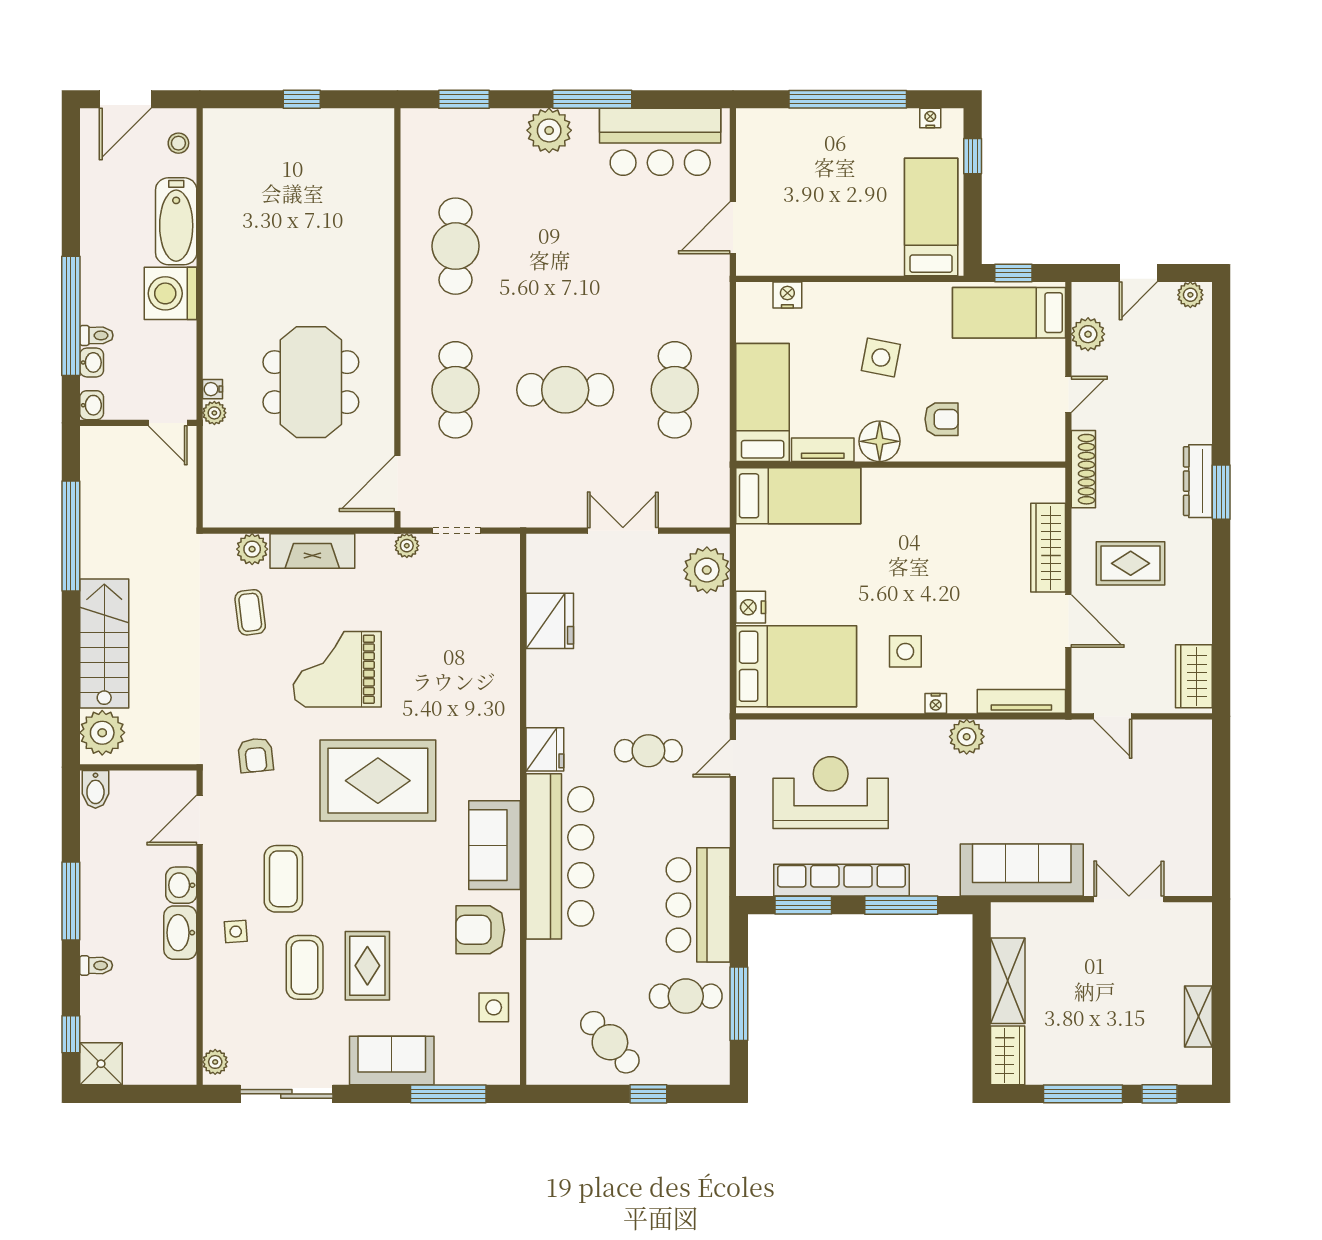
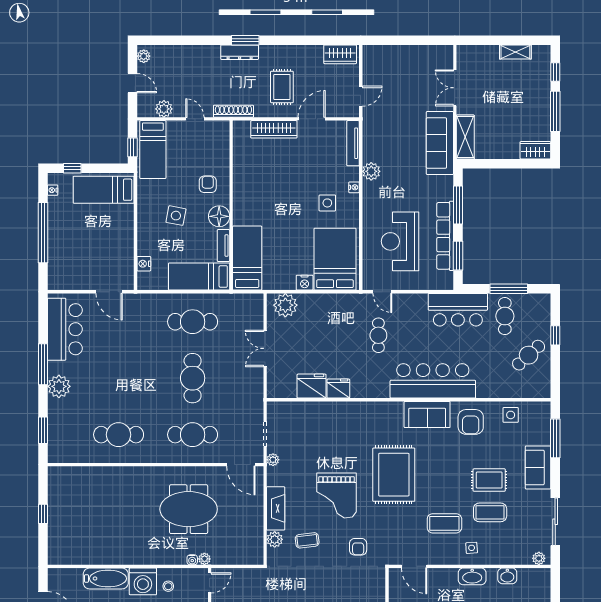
stool: (178, 143) -> (168, 586), moved
fridge: (545, 749) -> (338, 389), moved
armchair: (256, 755) -> (358, 547), moved, turned 96
washbasin: (181, 885) -> (507, 576), moved
shelving: (1008, 981) -> (465, 137), moved, turned 90

